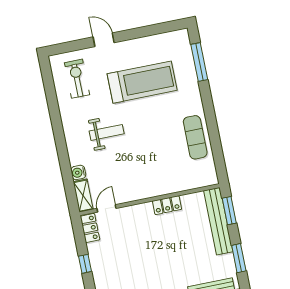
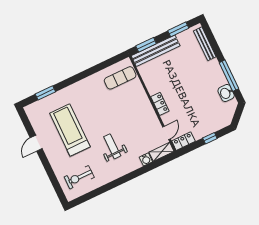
door: (104, 40) -> (36, 143), moved
window: (199, 62) -> (45, 93), width x0.69
exercise mat: (195, 137) -> (120, 78), moved
locker: (167, 205) -> (160, 104), moved
door: (106, 208) -> (166, 133), swing flipped

